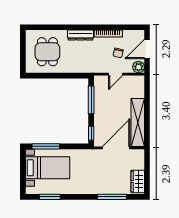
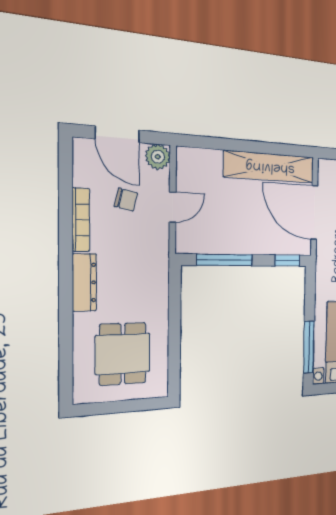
dining table: (47, 52) -> (123, 354), turned 90
door: (116, 74) -> (173, 207), hinge flipped

